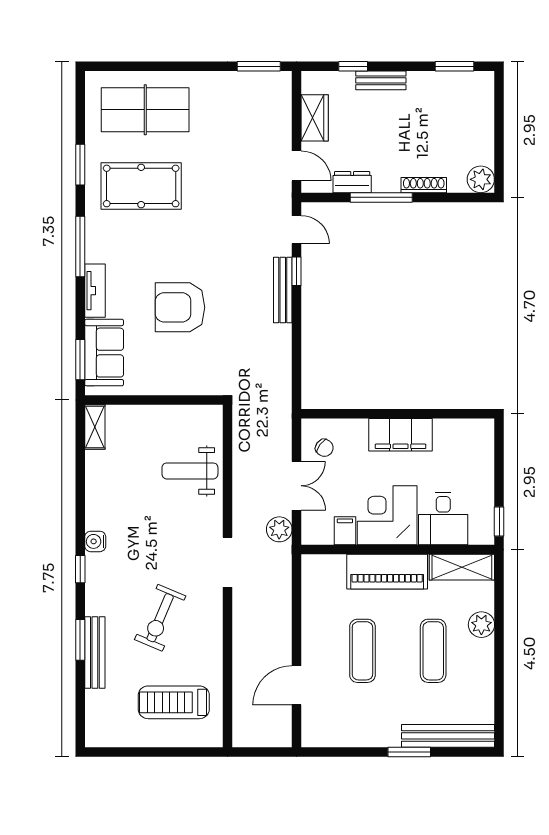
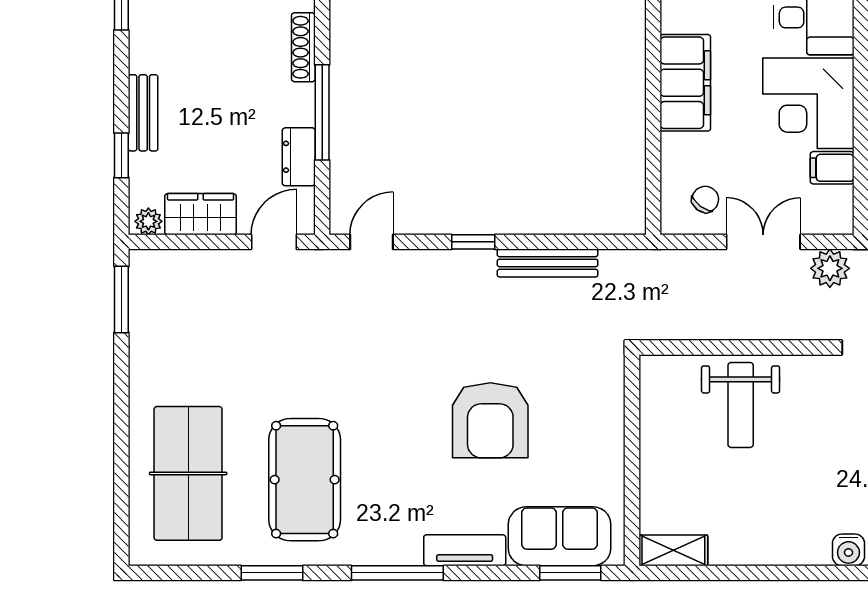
plant: (310, 84) -> (148, 221), added
window: (297, 271) -> (473, 242), moved
bench: (283, 290) -> (548, 263), moved

